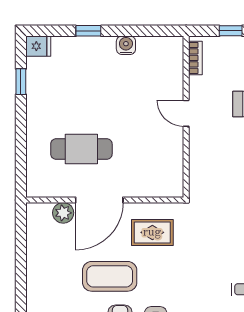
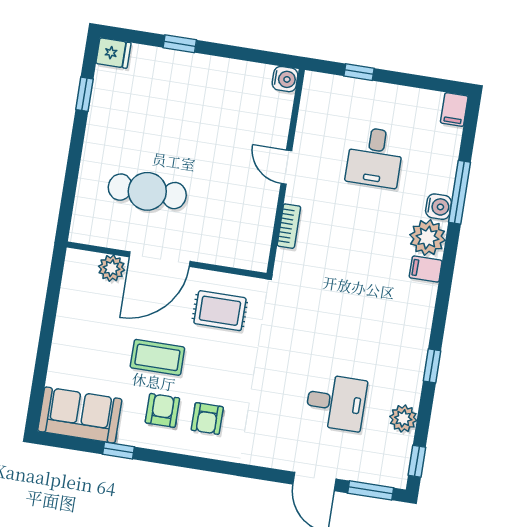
water cooler: (126, 45) -> (285, 79), moved, turned 90
bookcase: (195, 58) -> (289, 226), moved
coffee table: (110, 276) -> (157, 357), width x0.73, depth x0.76

